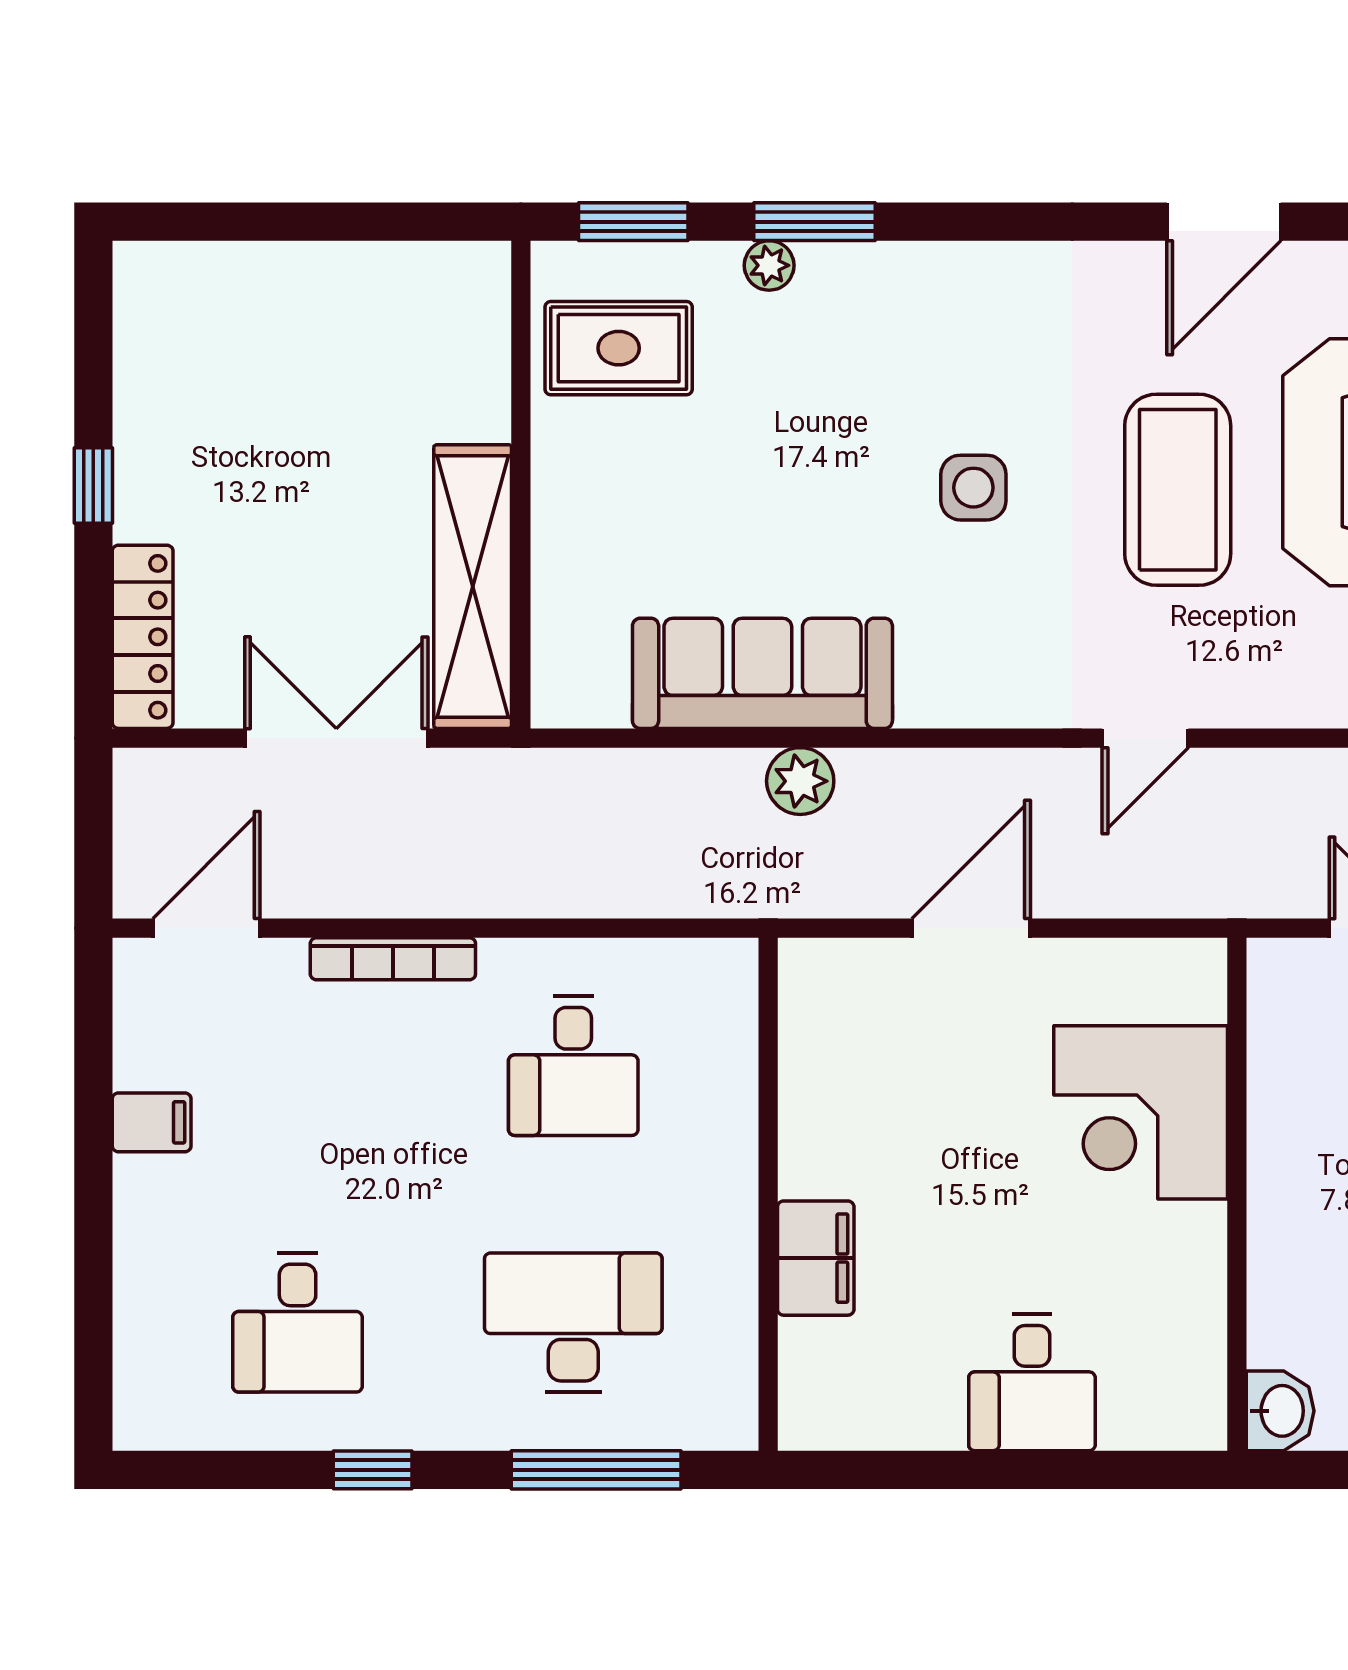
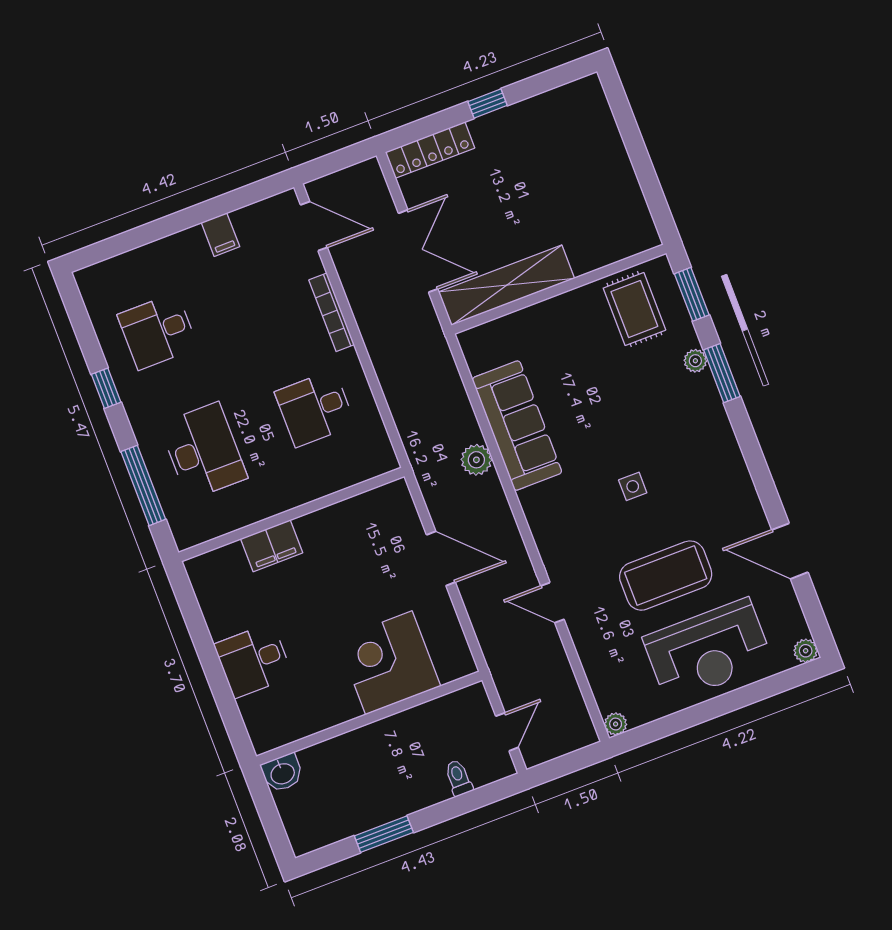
side table: (973, 488) -> (633, 486), width x0.73, depth x0.73

